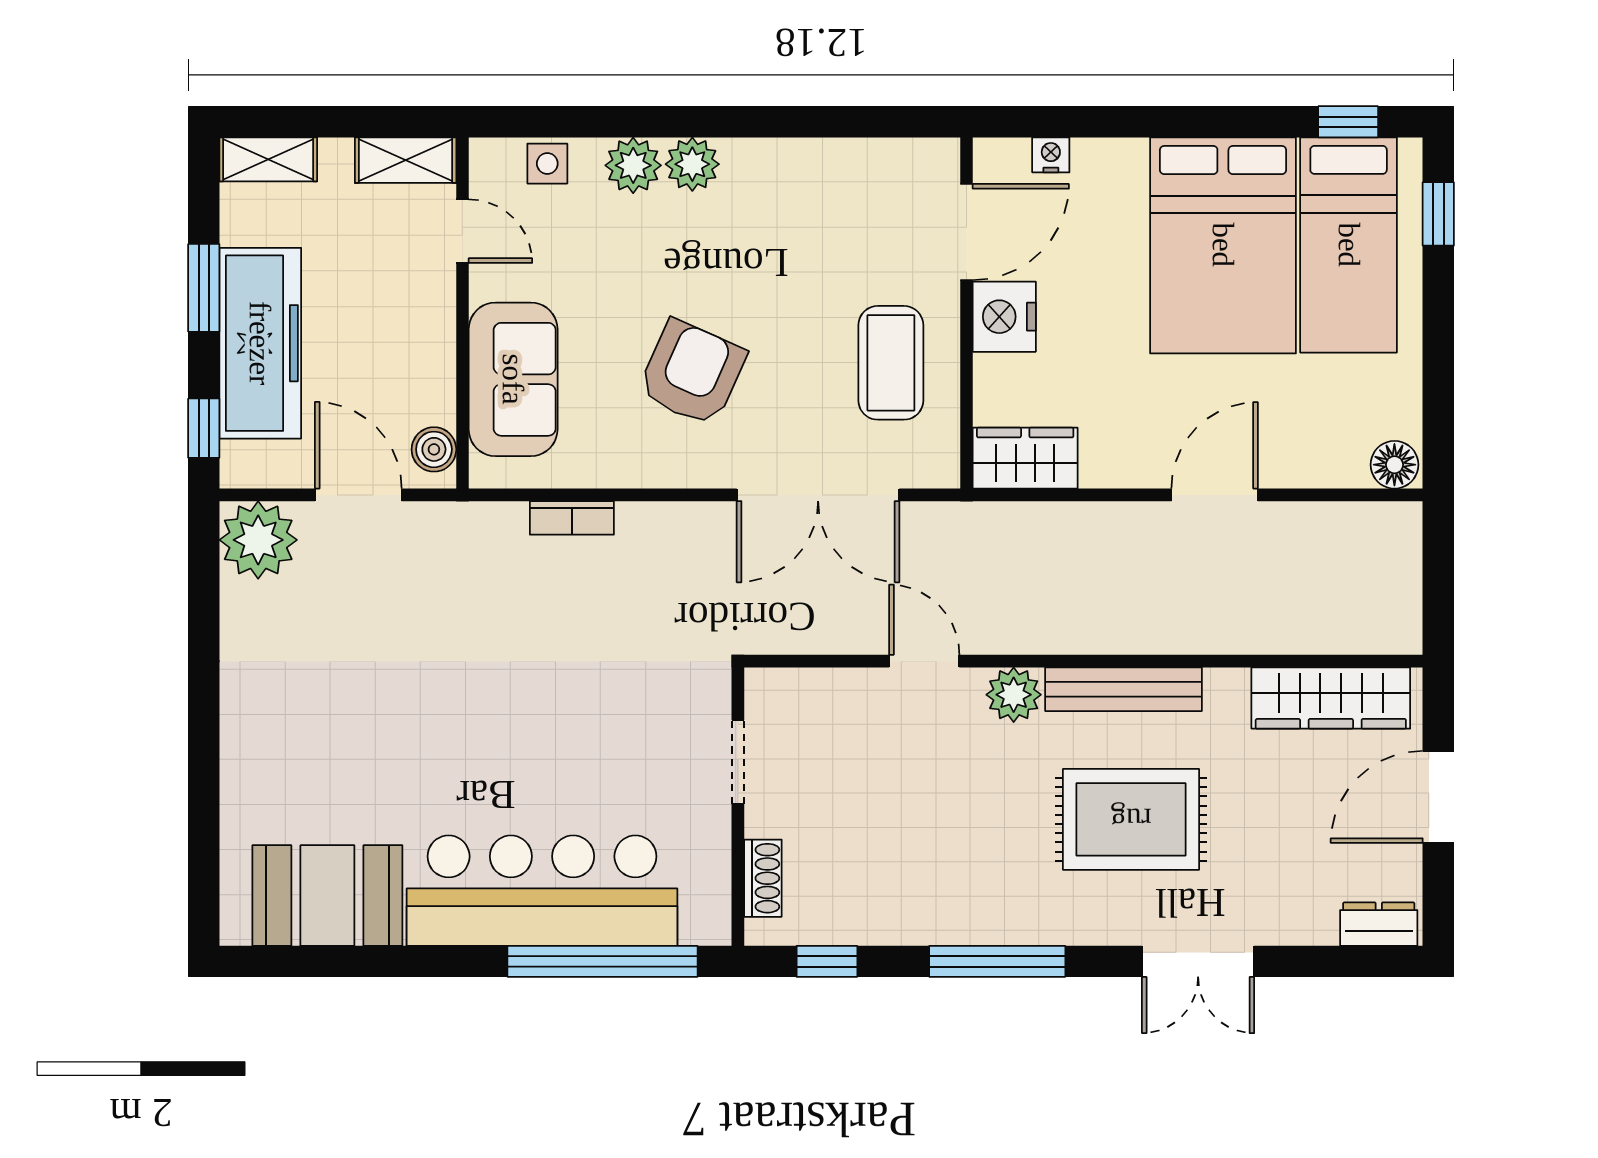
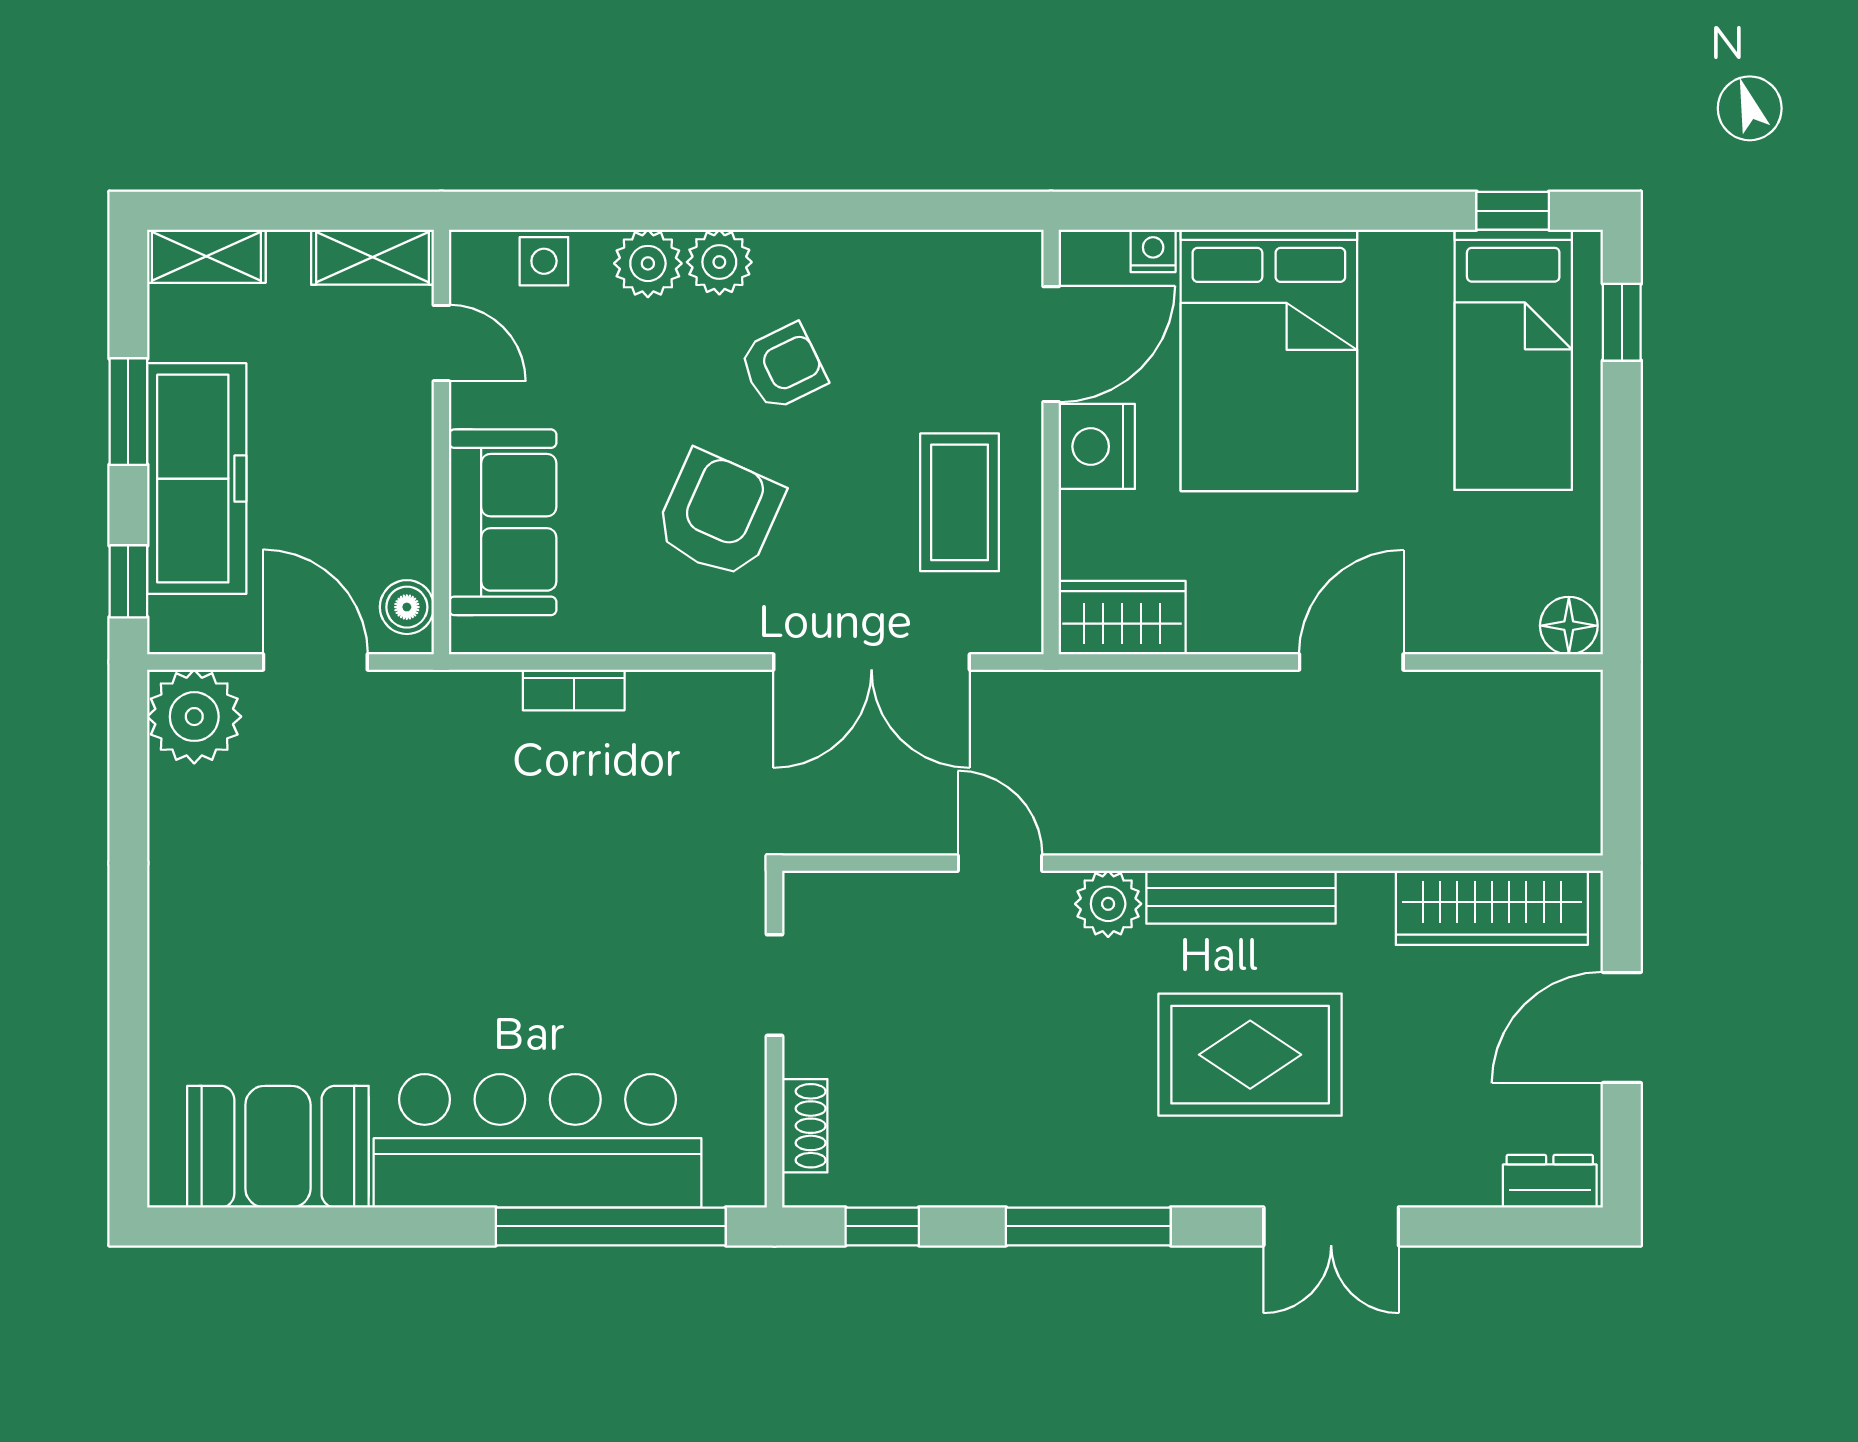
bed: (1223, 245) -> (1269, 360), moved
armchair: (745, 251) -> (783, 367), added

